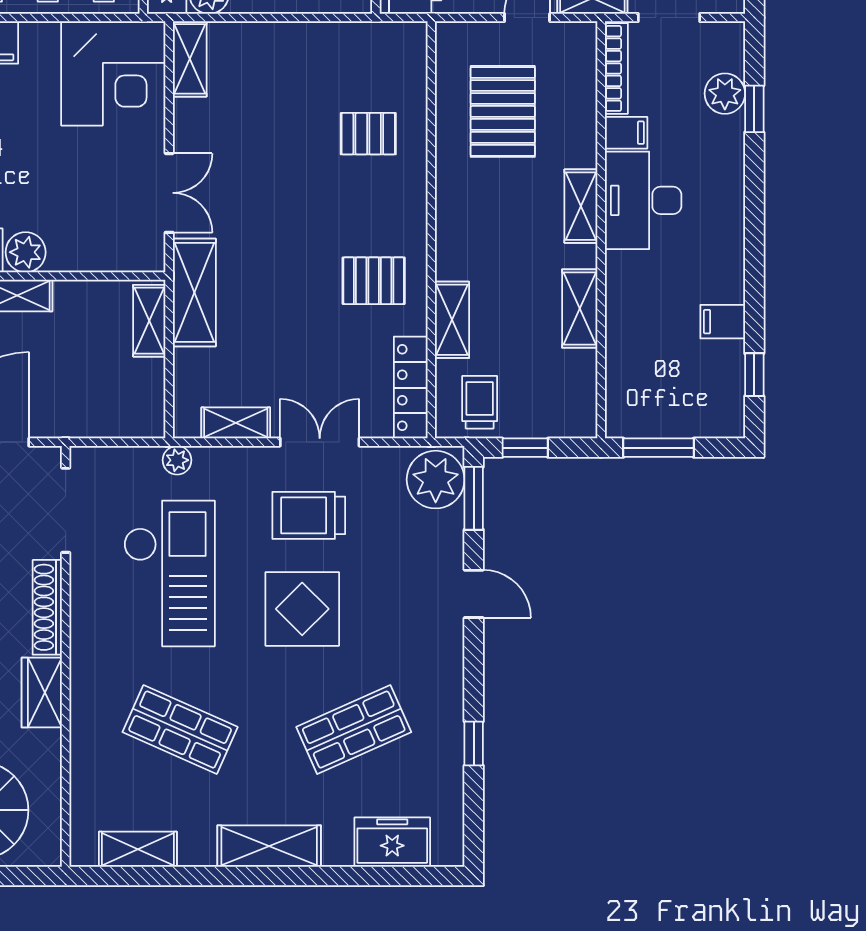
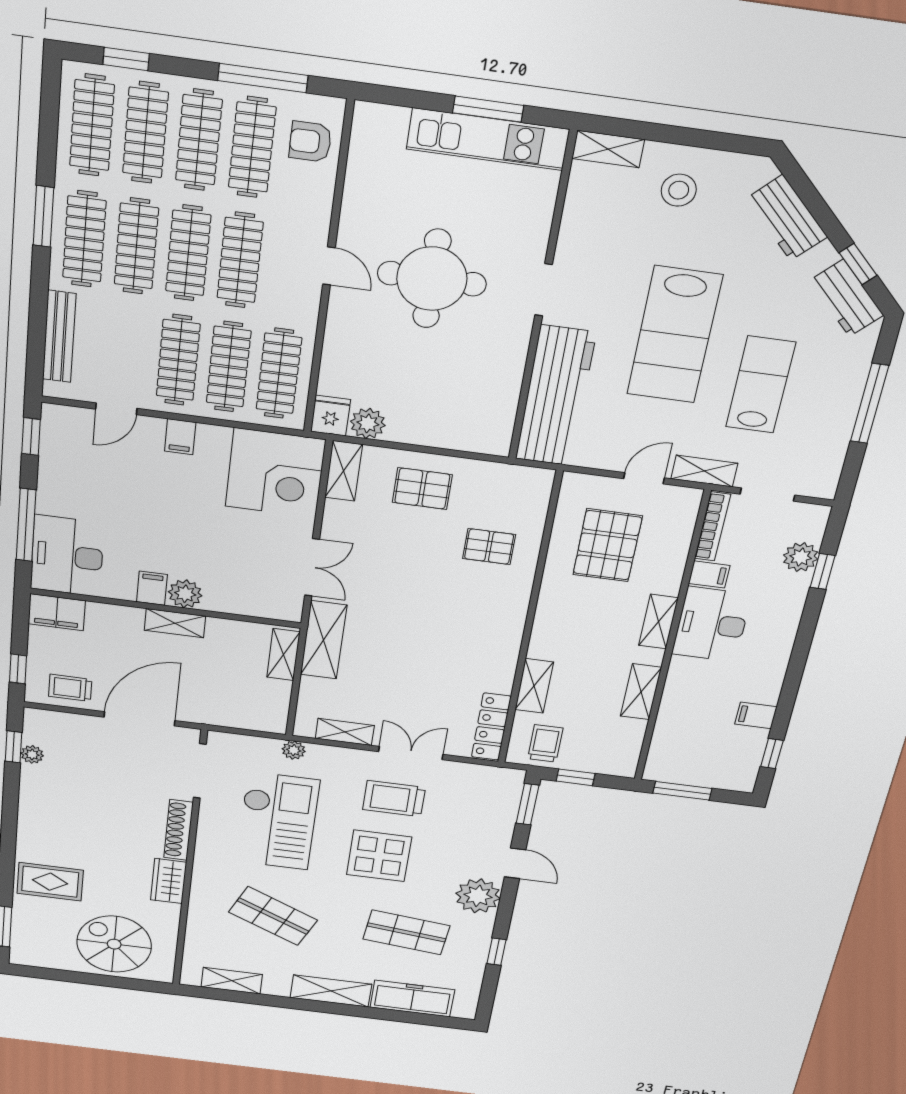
pallet: (374, 281) -> (422, 489), moved
plant: (436, 480) -> (478, 896), moved
shop shelf: (354, 730) -> (406, 932), turned 30
freezer: (392, 842) -> (412, 999), width x1.40

